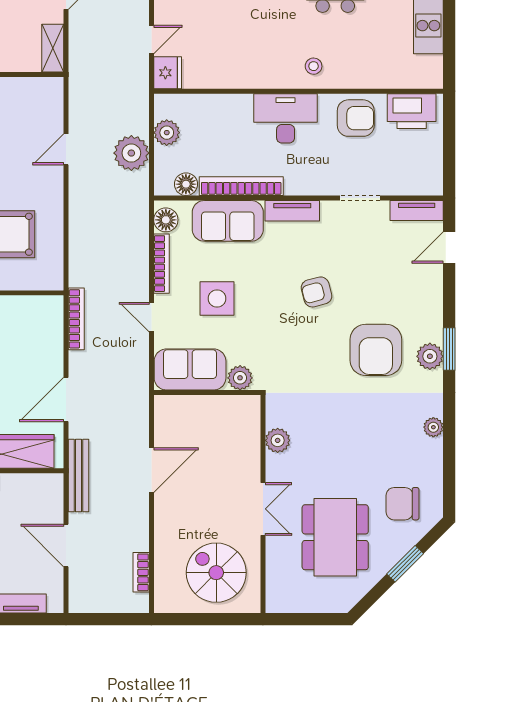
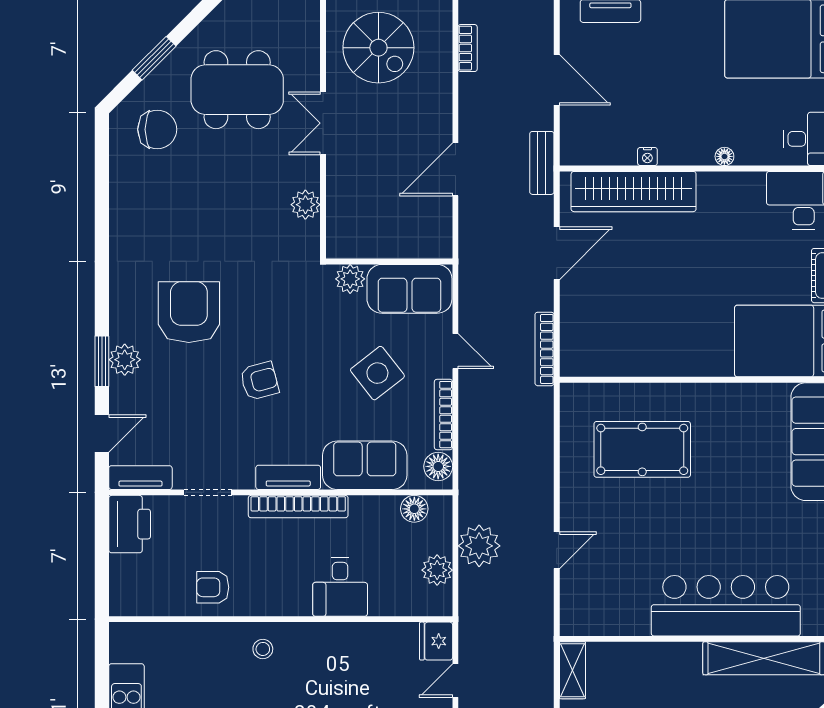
printer: (412, 111) -> (130, 524), moved, turned 90
desk: (286, 118) -> (340, 587), moved, width x0.73
armchair: (356, 118) -> (213, 587), width x0.72, depth x0.72
bookcase: (241, 186) -> (298, 507), moved
side table: (217, 299) -> (377, 373), turned -38
window: (449, 349) -> (102, 361), moved
plant: (430, 356) -> (125, 360), moved
plant: (433, 427) -> (121, 220), removed
bench: (79, 476) -> (542, 163), width x0.73
dining table: (335, 537) -> (237, 90), turned 90

